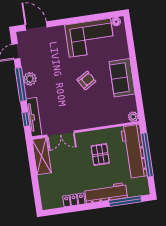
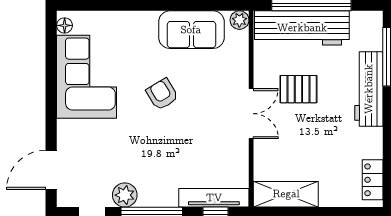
sofa: (122, 78) -> (191, 30), moved
plant: (30, 79) -> (125, 195), moved
double door: (61, 134) -> (251, 114), moved
locker: (74, 200) -> (373, 180), moved

